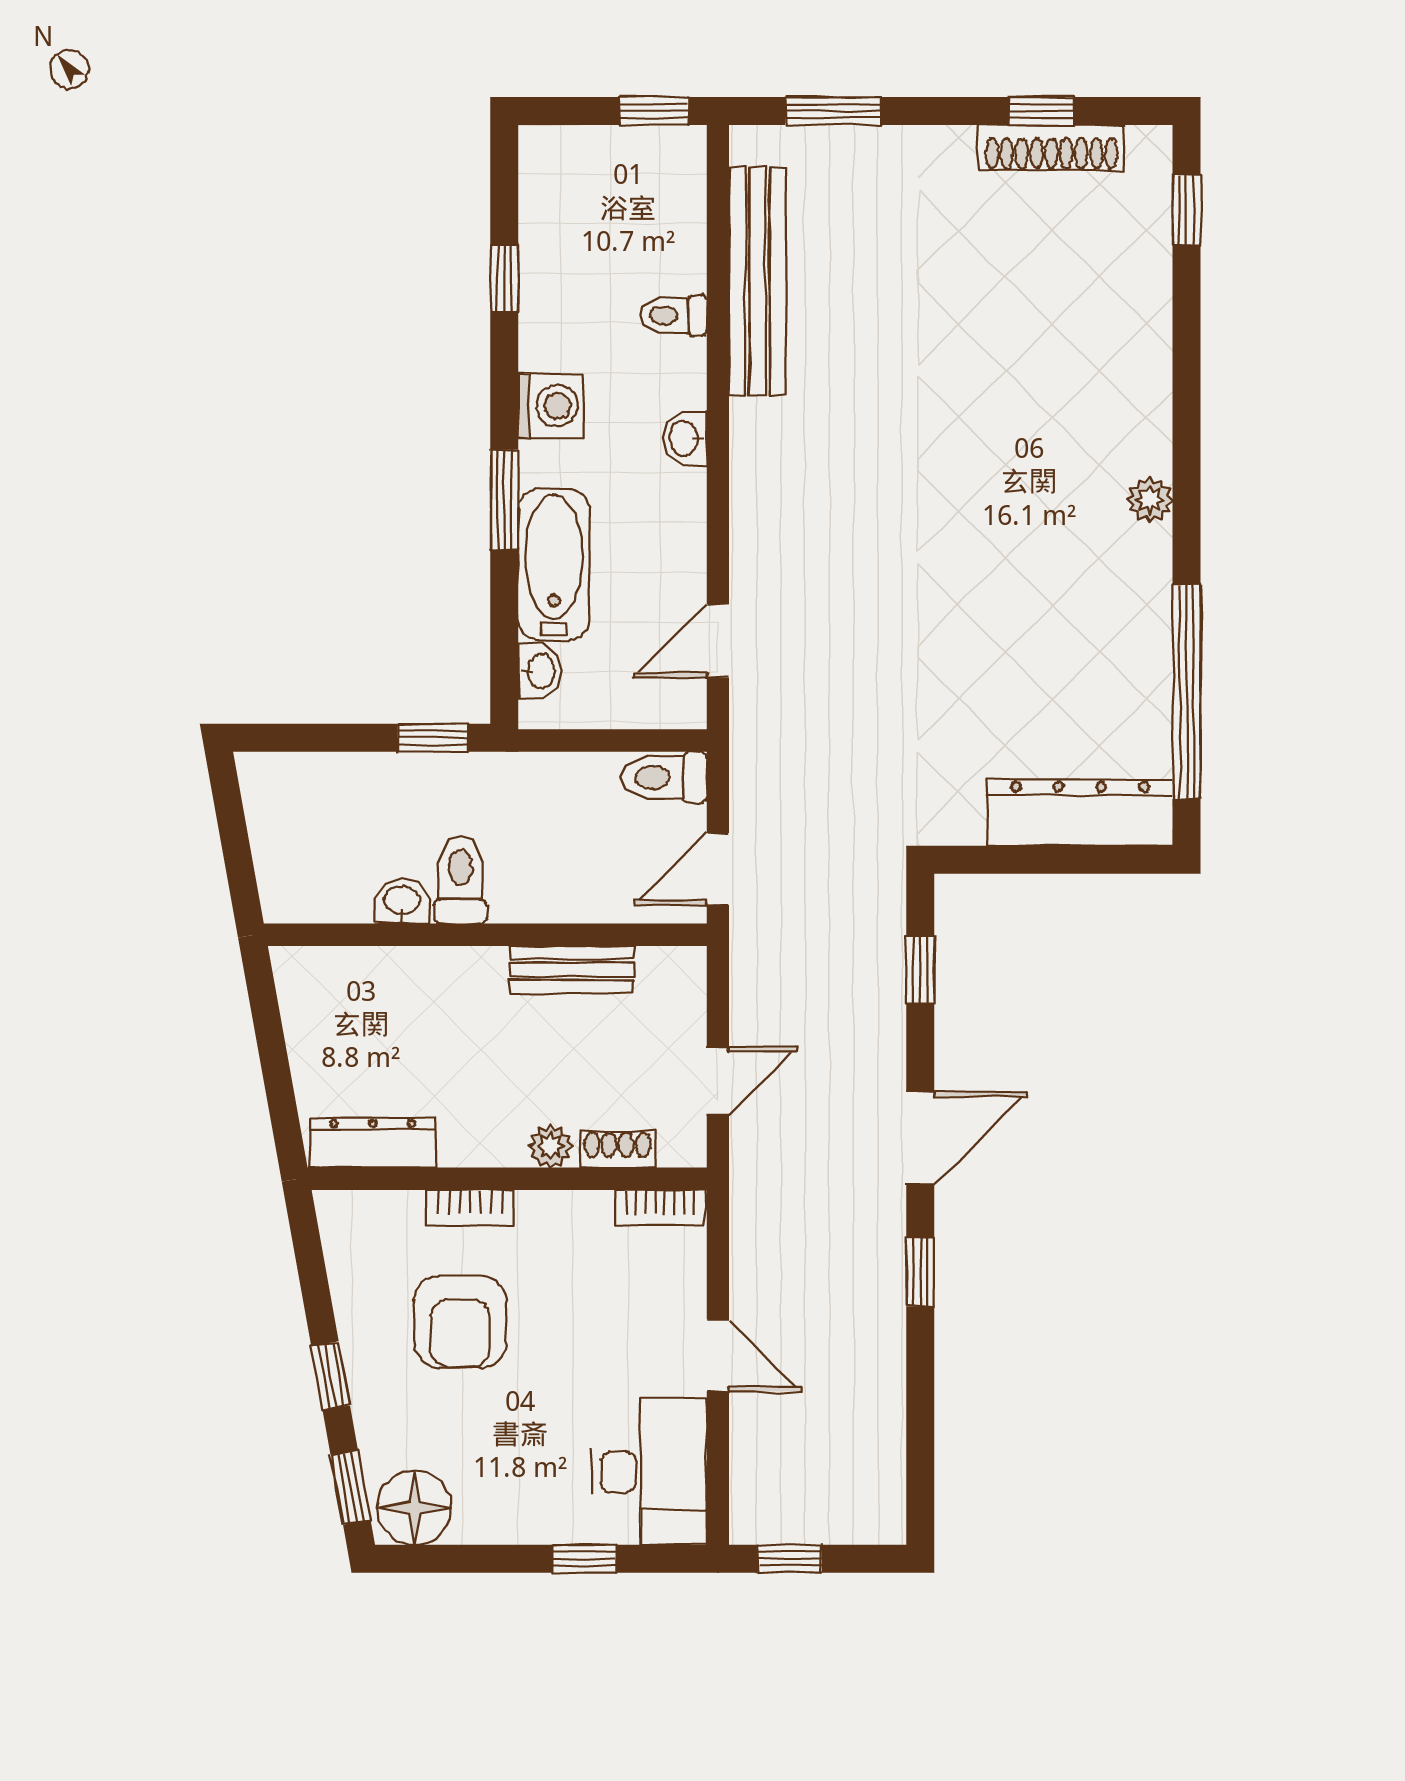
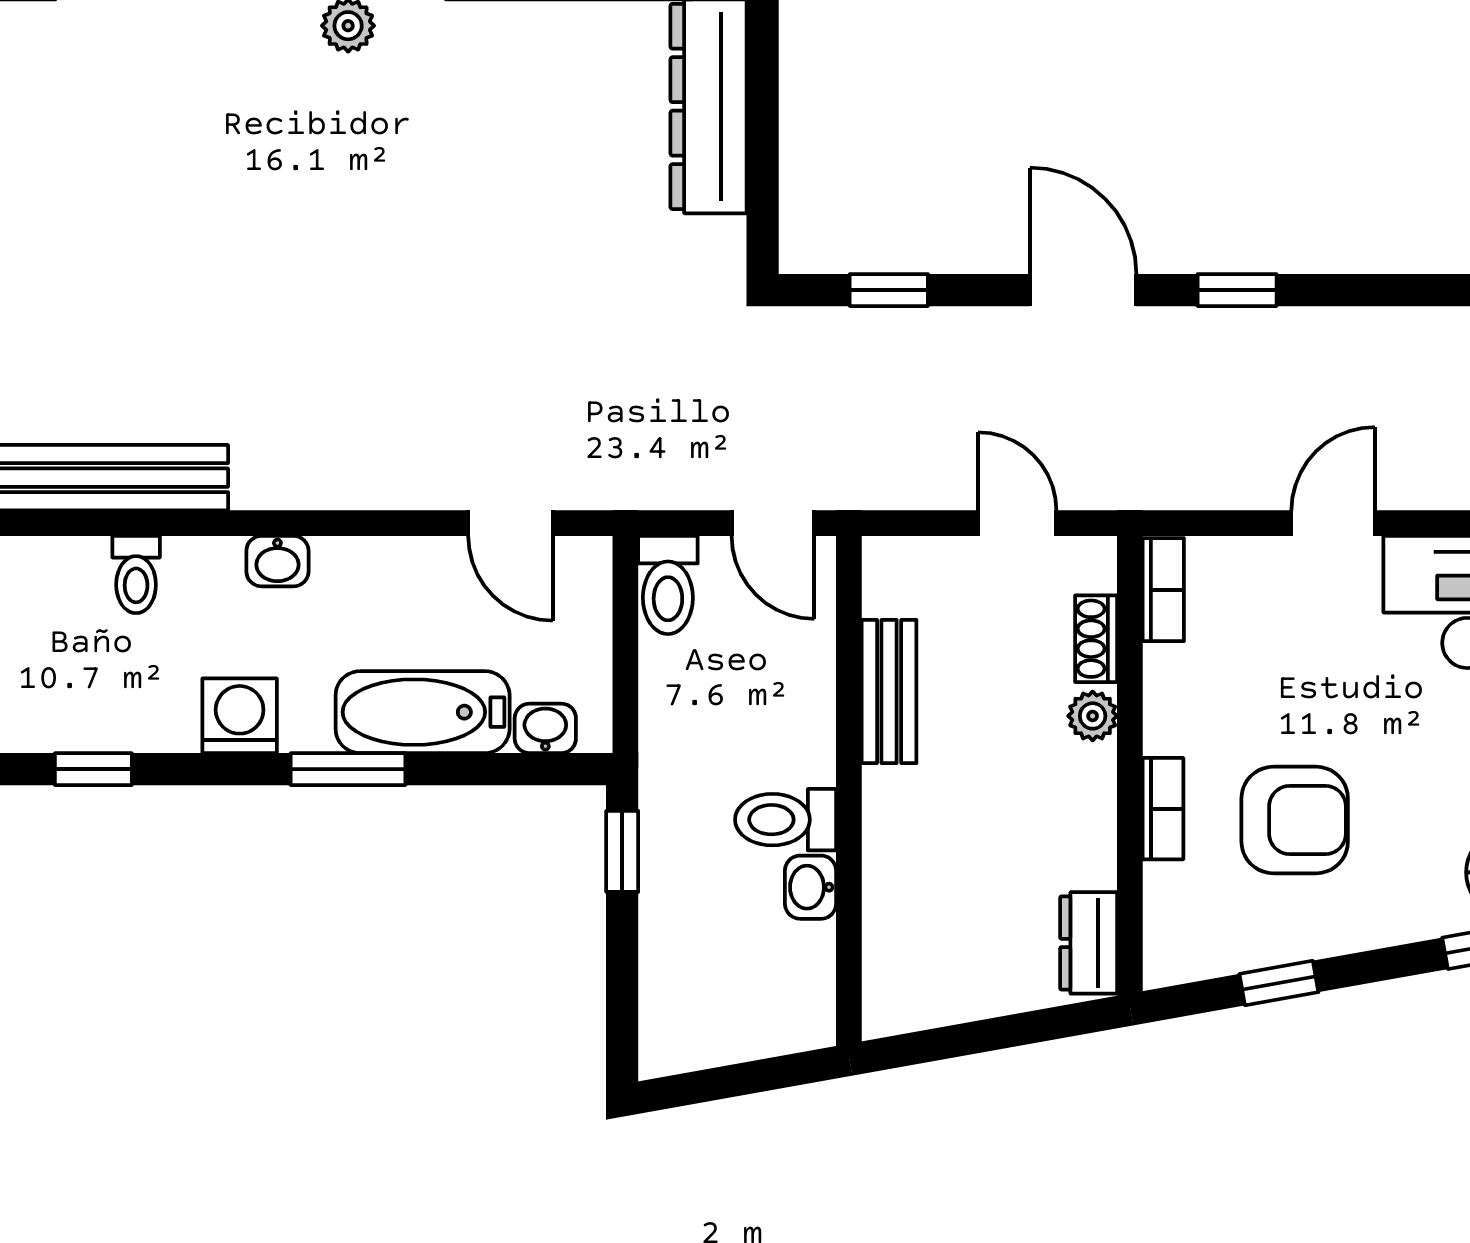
dresser: (373, 1143) -> (1089, 943), width x0.70
window: (331, 1376) -> (1279, 983), moved

